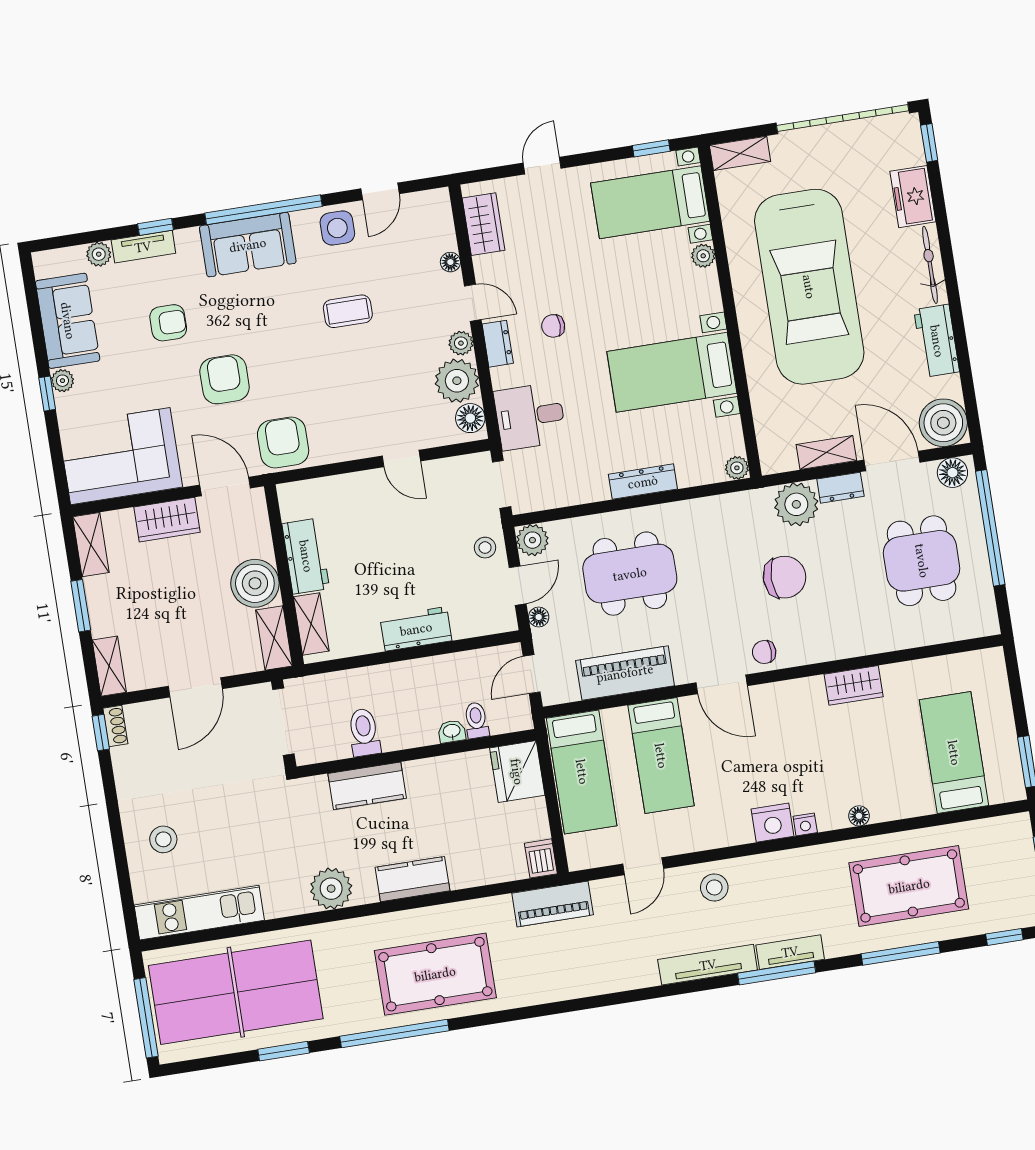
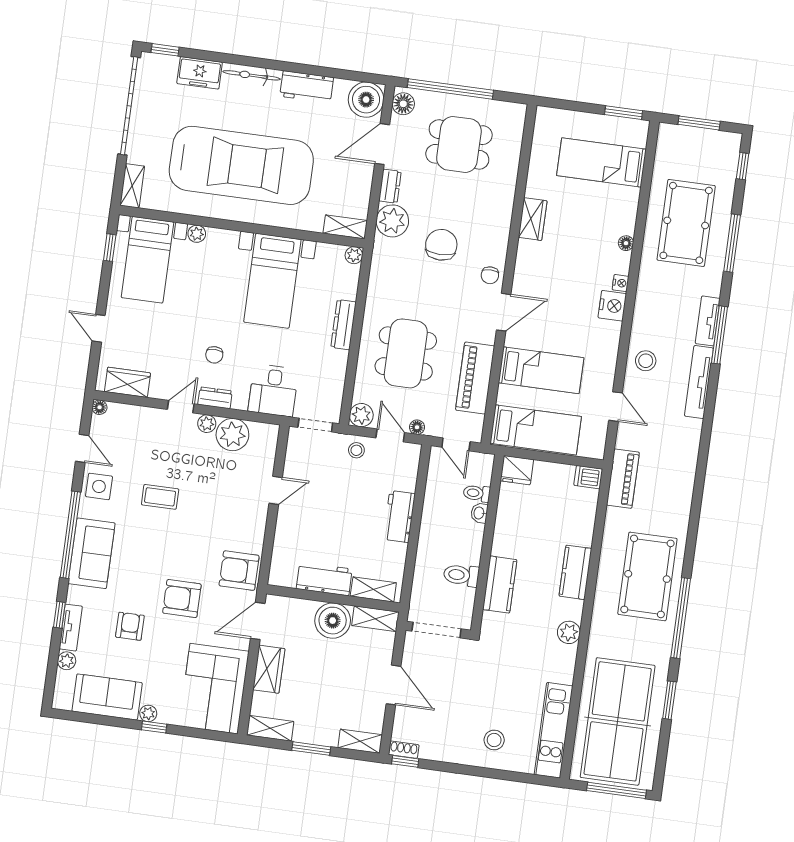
floor lamp: (450, 262) -> (100, 407), moved
coffee table: (348, 311) -> (160, 497), turned 90
floor lamp: (470, 418) -> (262, 433), removed
shelving: (826, 453) -> (345, 227), moved, turned 90
fridge: (517, 772) -> (517, 470), width x0.73, depth x0.75
plant: (331, 889) -> (569, 632), width x0.73, depth x0.73

